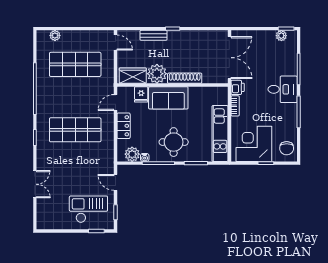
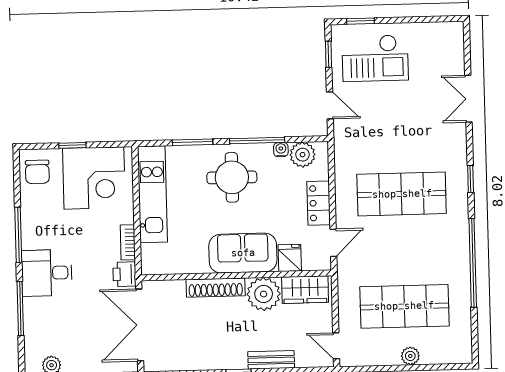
plant: (55, 35) -> (410, 356), moved
chair: (287, 148) -> (37, 172), turned 180

